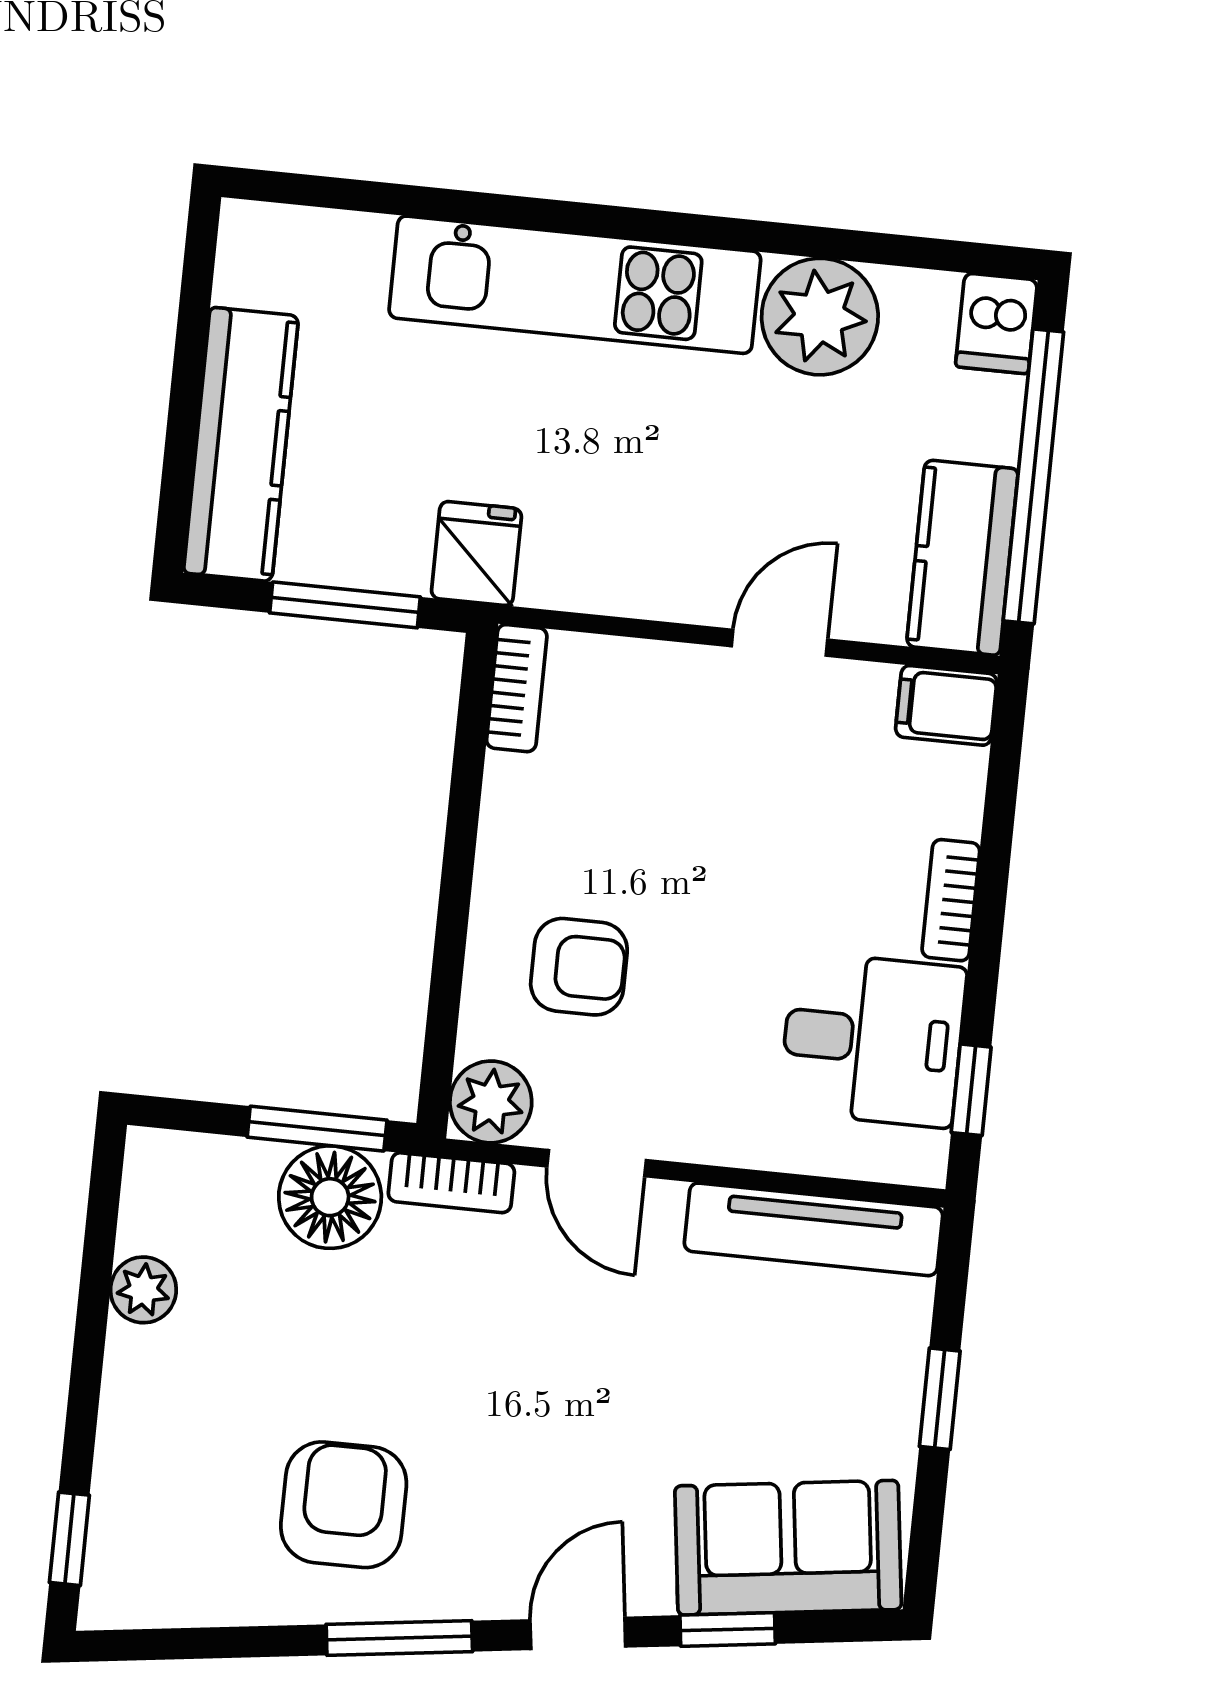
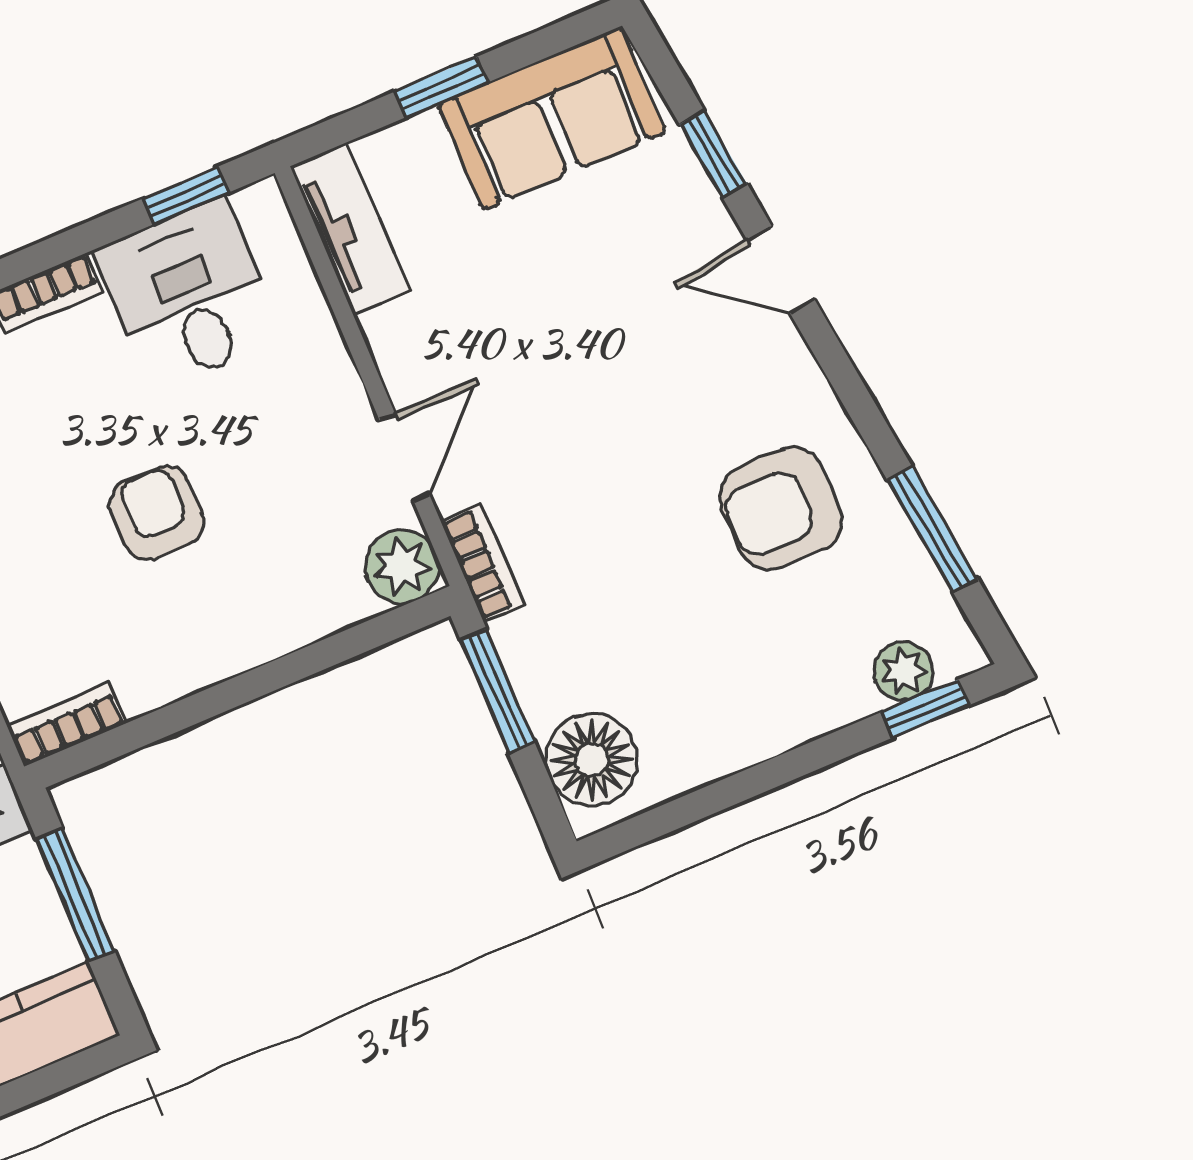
armchair: (579, 967) -> (157, 513), moved
floor lamp: (330, 1197) -> (592, 760), moved
tv unit: (813, 1229) -> (350, 229), width x0.71
plant: (143, 1290) -> (903, 671), moved
sofa: (788, 1548) -> (552, 118), moved, turned -83
window: (399, 1638) -> (932, 529), moved

